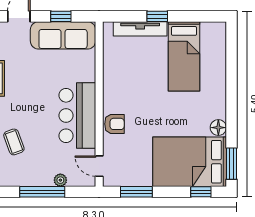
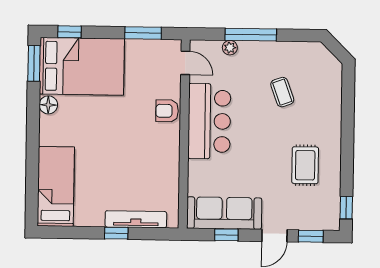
bed: (184, 56) -> (56, 186), moved

